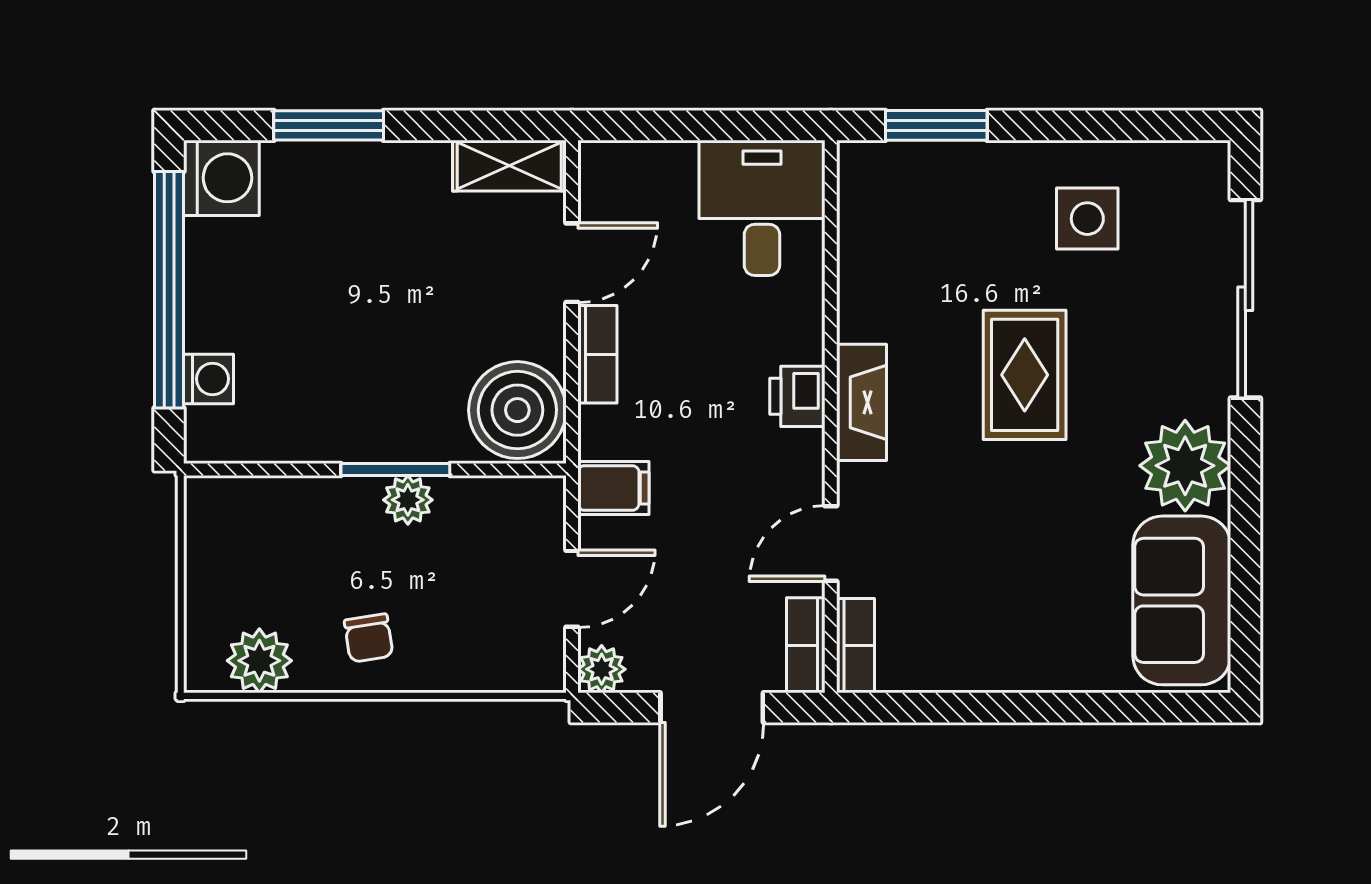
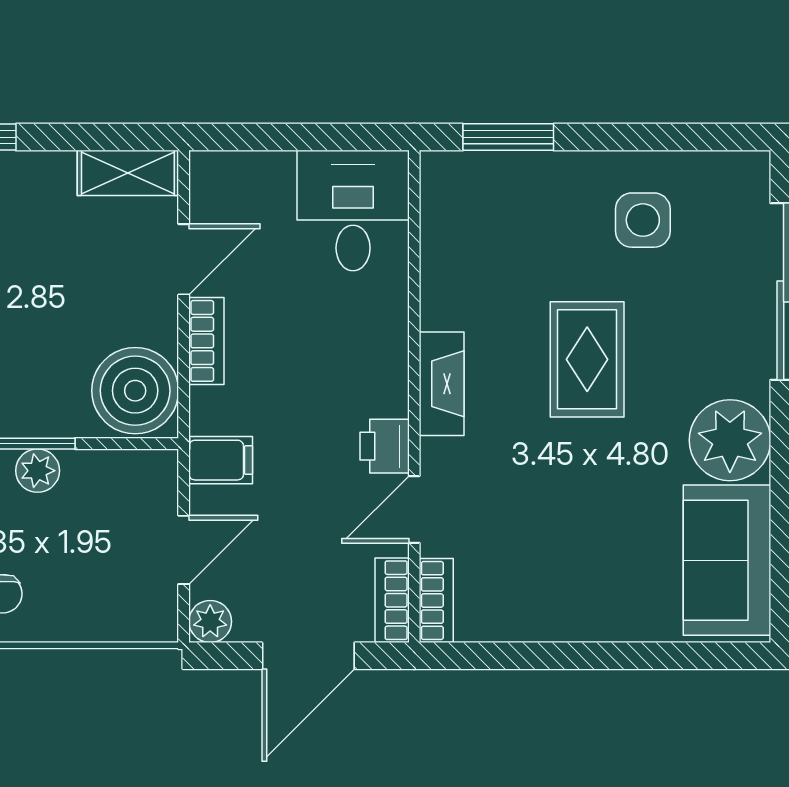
printer: (797, 396) -> (385, 446), moved

